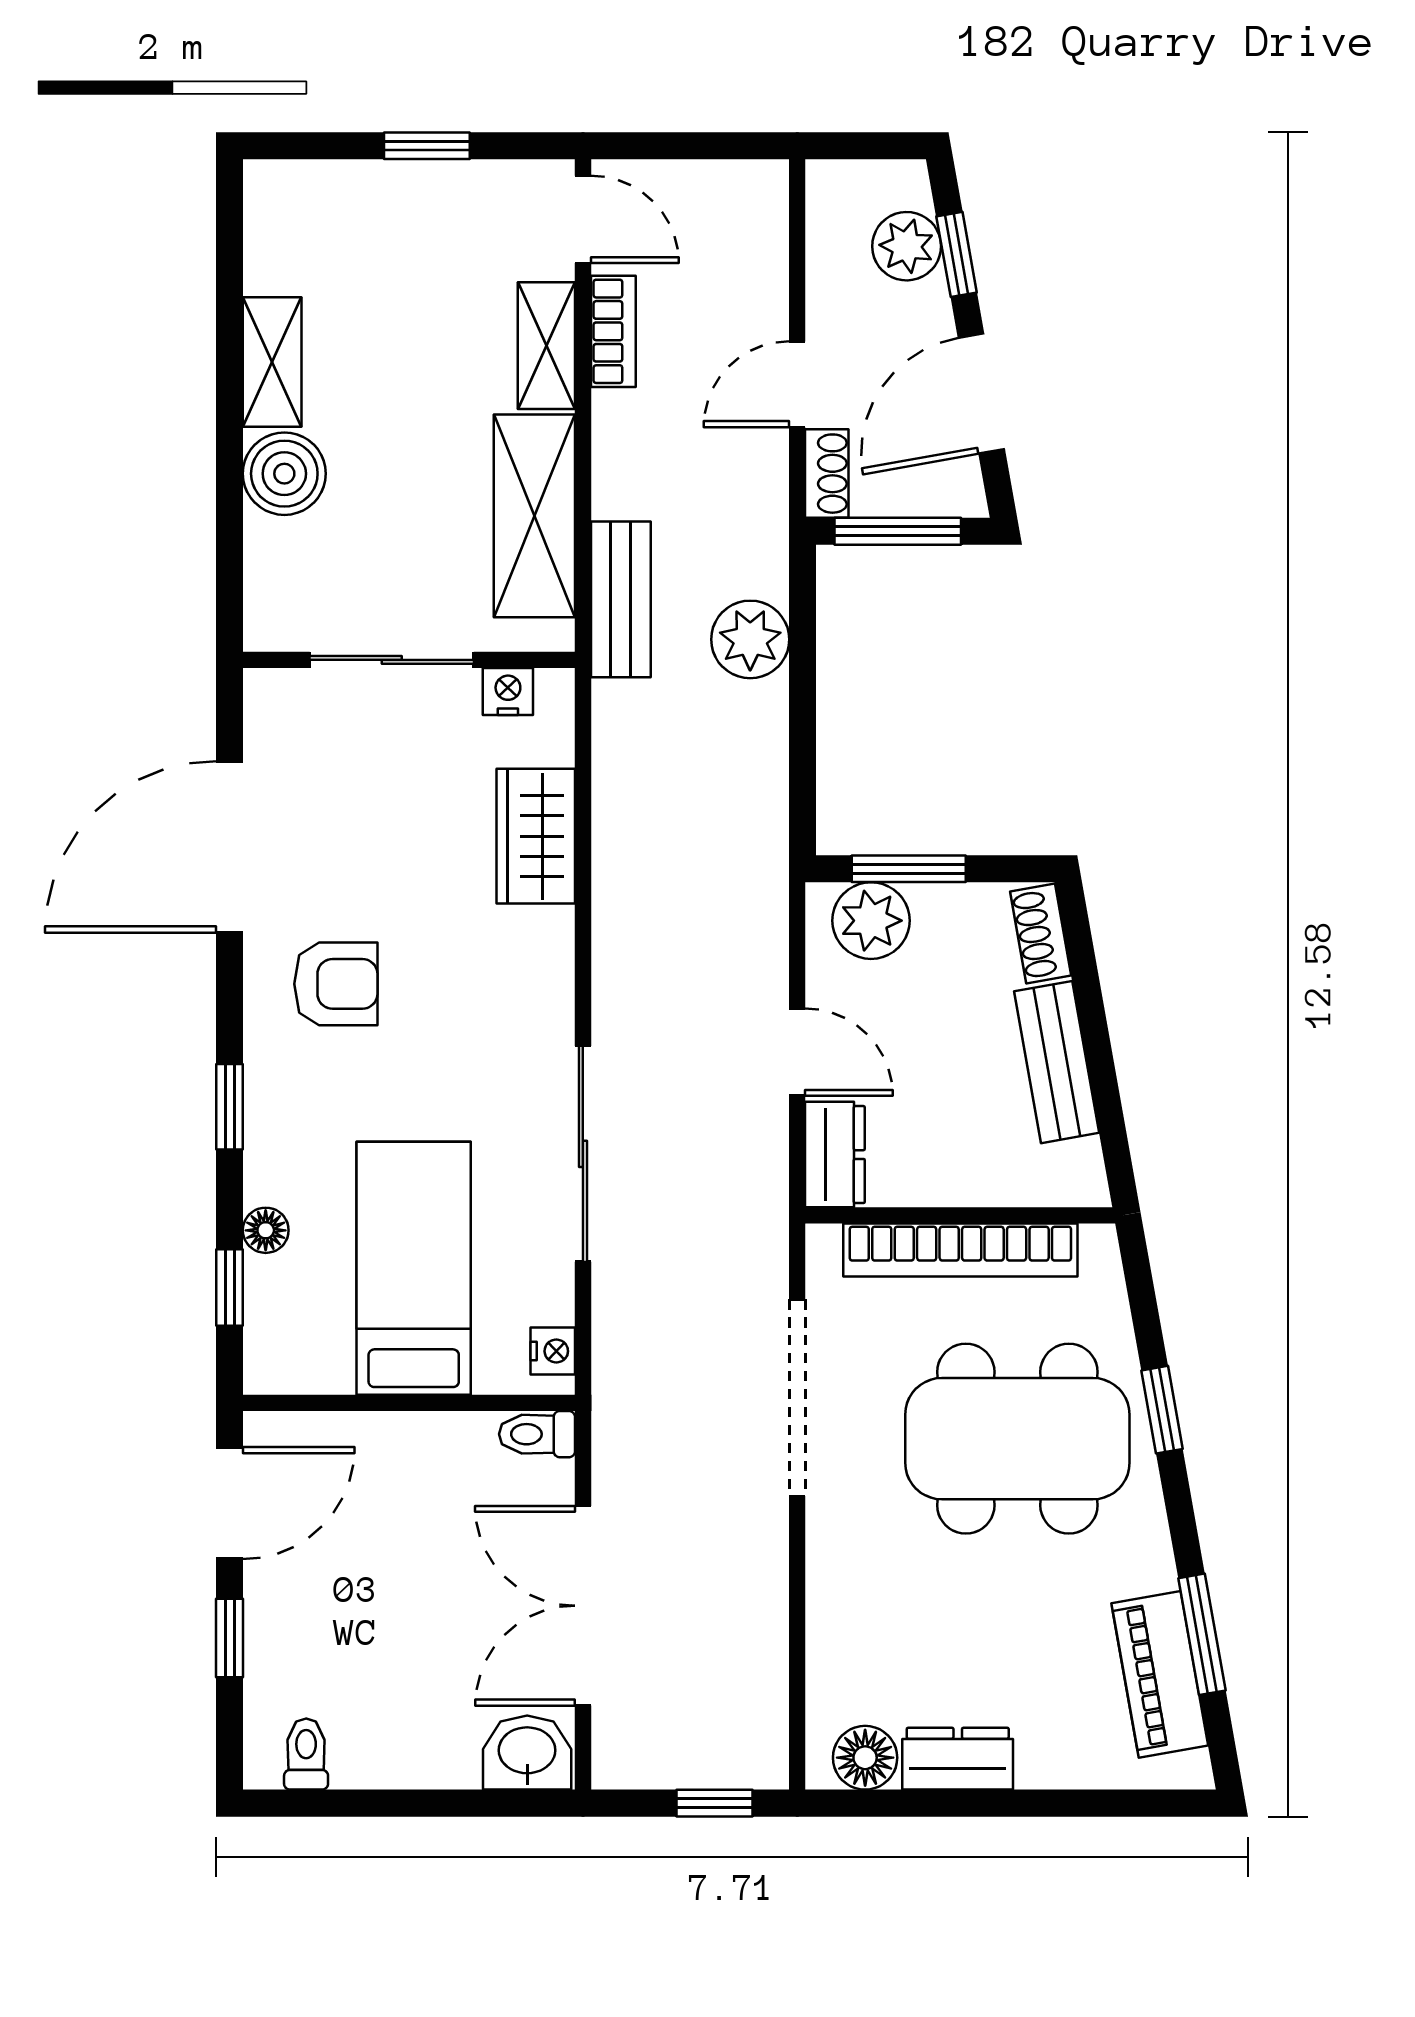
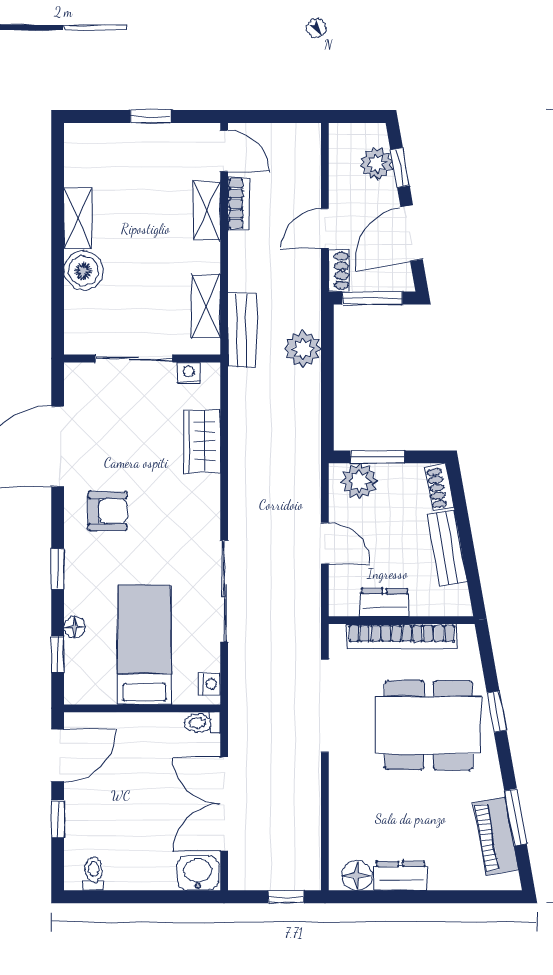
shelving: (534, 516) -> (206, 307), width x0.67, depth x0.75
dresser: (835, 1155) -> (384, 602), moved, turned -90

